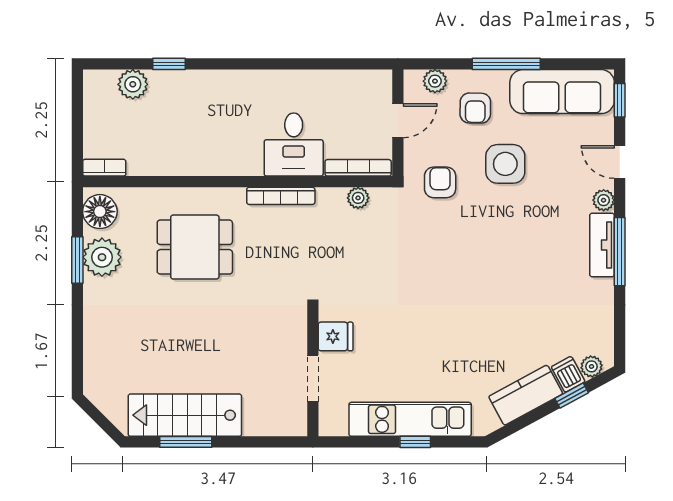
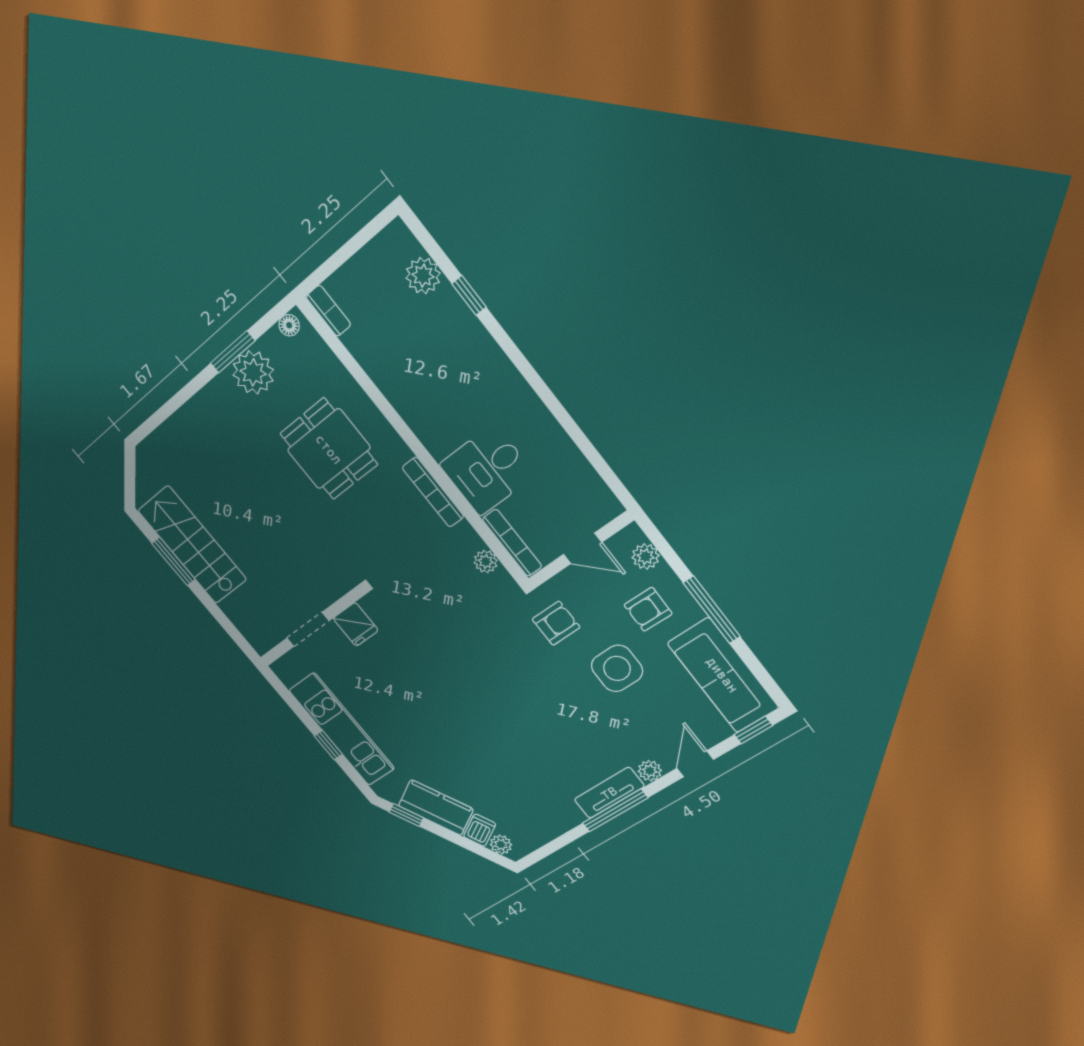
floor lamp: (100, 212) -> (289, 325), width x0.53, depth x0.53
window: (572, 396) -> (406, 815), moved

